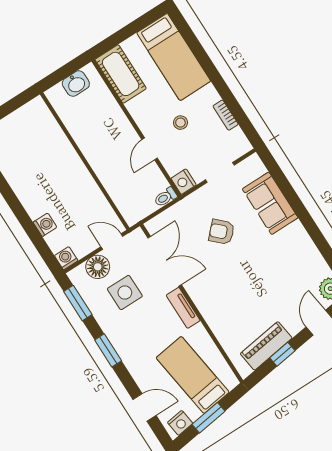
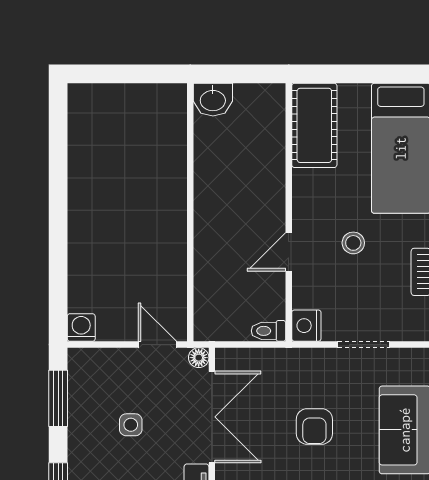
washbasin: (76, 84) -> (213, 100), moved
washing machine: (45, 225) -> (81, 264), removed
armchair: (222, 232) -> (314, 426), turned -134
floor lamp: (98, 267) -> (199, 358), moved, width x0.53, depth x0.53
side table: (125, 293) -> (131, 425), width x0.54, depth x0.54

